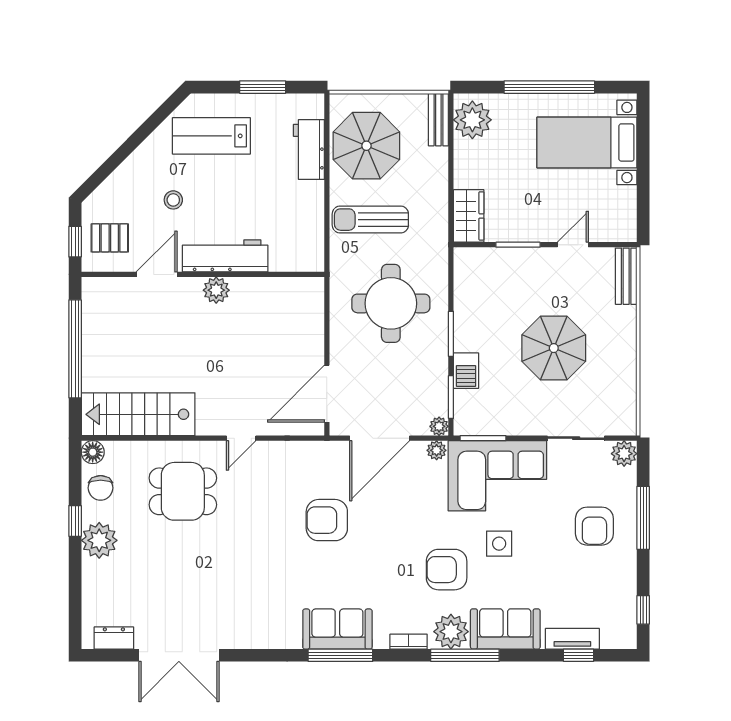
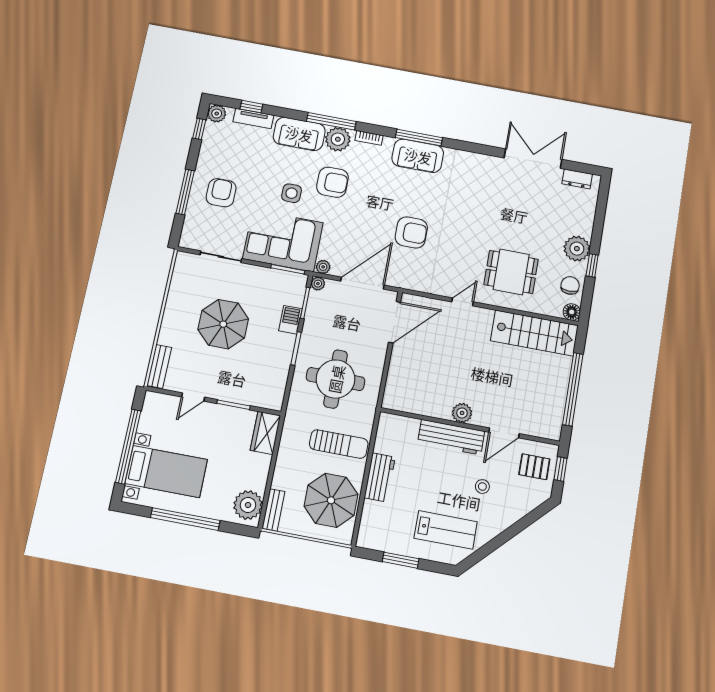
workbench: (309, 150) -> (380, 477), moved
window: (643, 165) -> (128, 447), added
plant: (624, 454) -> (217, 114), moved

